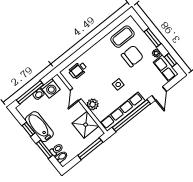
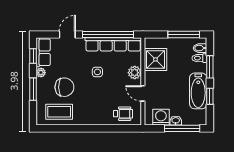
chair: (132, 56) -> (64, 87), turned 180
door: (76, 95) -> (143, 93), swing flipped
window: (90, 149) -> (184, 35), moved

